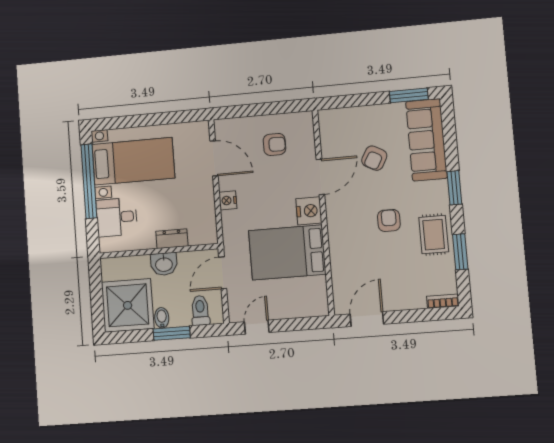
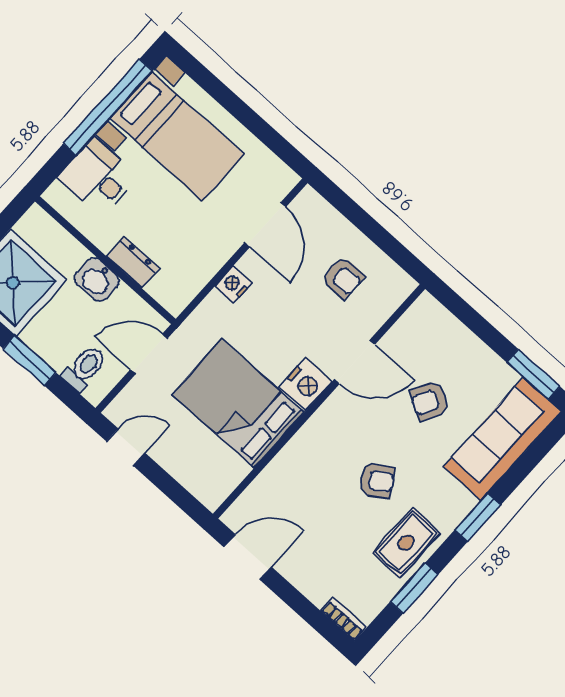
armchair: (389, 220) -> (377, 481), turned 57
bidet: (162, 318) -> (36, 334), removed

